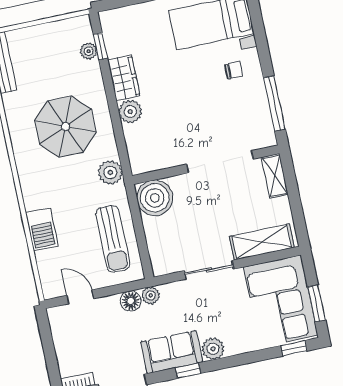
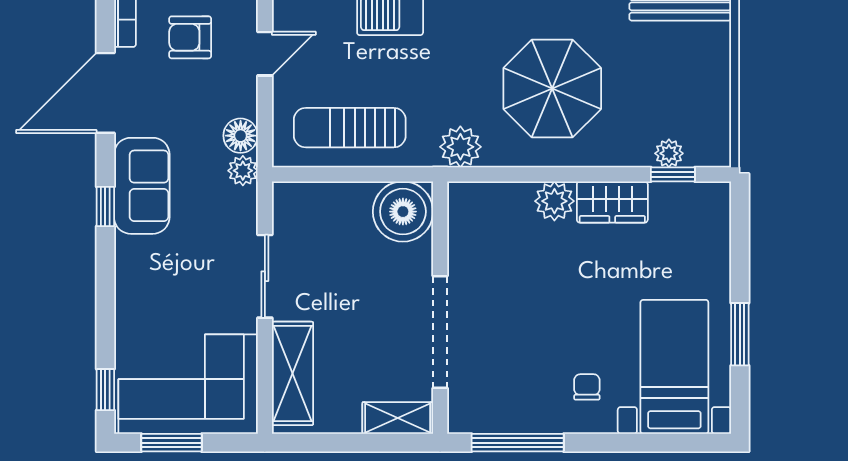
chair: (234, 70) -> (587, 387), turned 180
armchair: (80, 342) -> (190, 37), added
plant: (213, 349) -> (133, 255), removed

